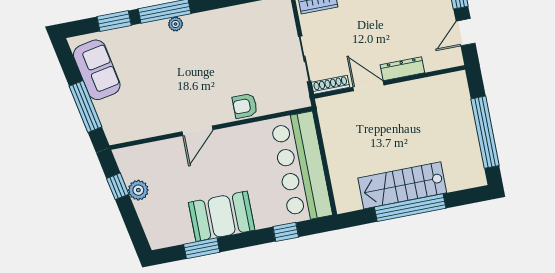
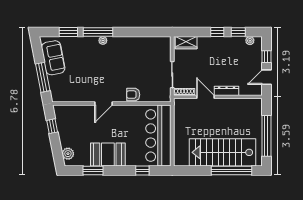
stairs: (402, 185) -> (223, 152), width x1.36, depth x1.51
plant: (138, 190) -> (68, 154), moved
window: (410, 208) -> (231, 171), moved

